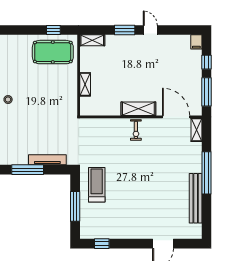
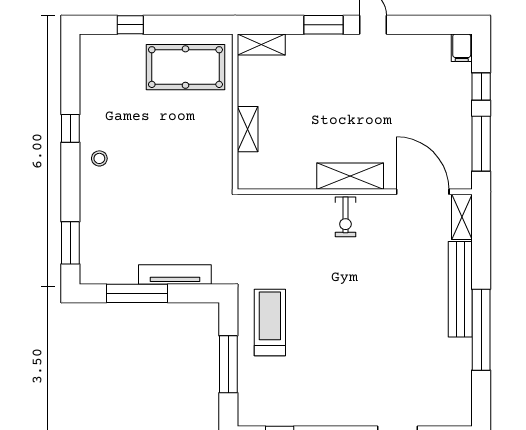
window: (53, 30) -> (130, 25), moved
window: (207, 173) -> (481, 330), moved
bench: (196, 198) -> (460, 289), moved

